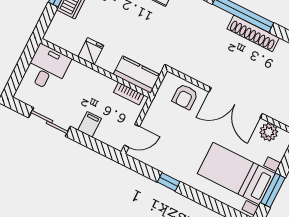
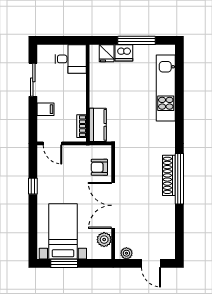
shoe rack: (253, 33) -> (169, 175), moved
fridge: (91, 51) -> (107, 53), moved, turned 90

